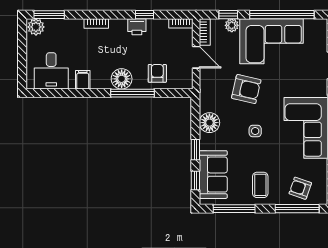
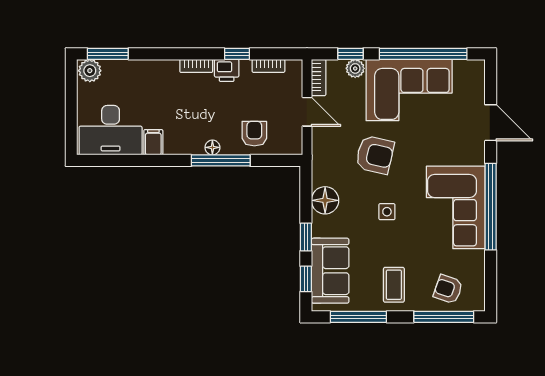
bookcase: (96, 23) -> (196, 66), moved
bookcase: (181, 23) -> (268, 66), moved
desk: (51, 71) -> (111, 130), width x1.37
floor lamp: (122, 79) -> (212, 147), width x0.53, depth x0.53

